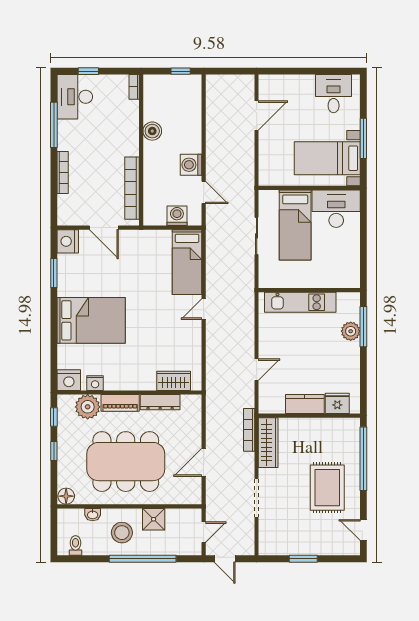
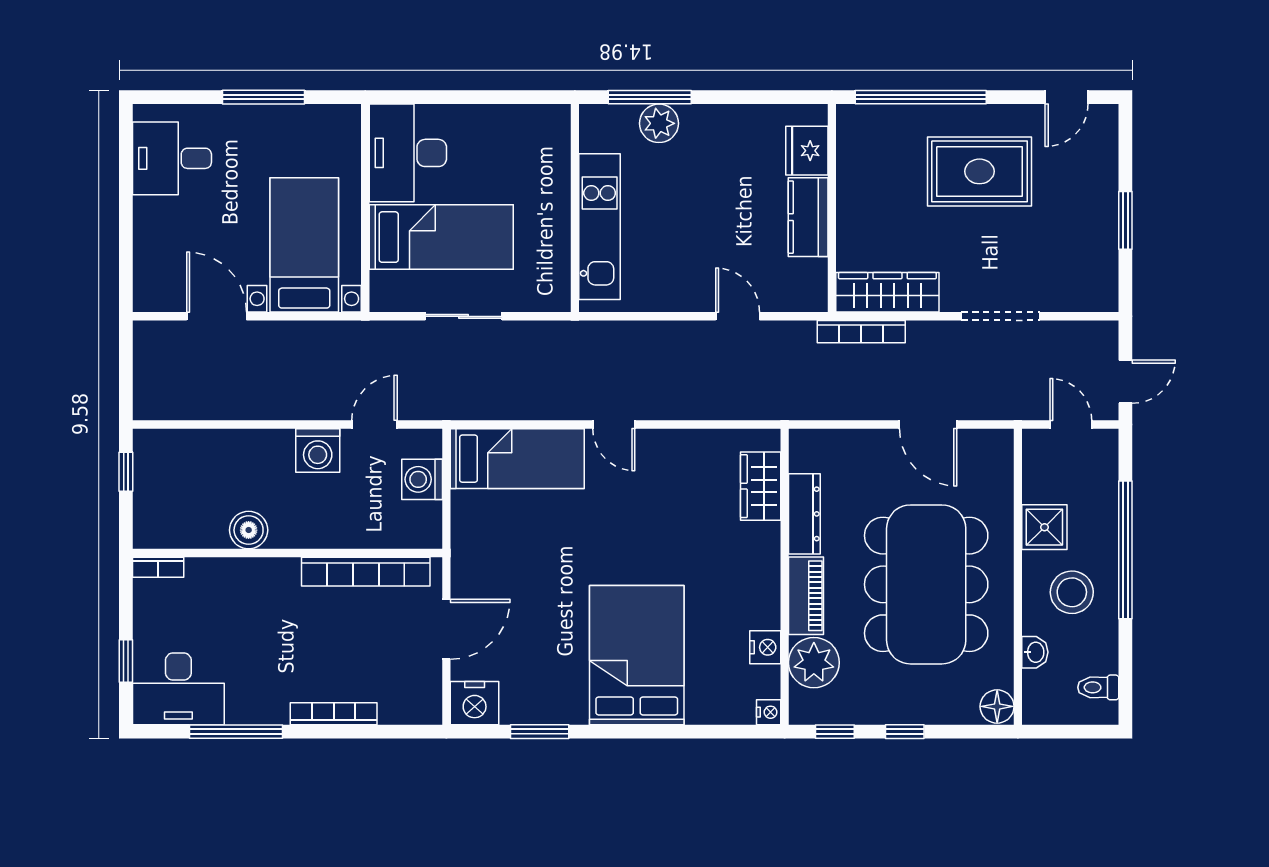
bed with nightstands: (327, 158) -> (304, 245), moved, turned 180
nightstand: (69, 380) -> (769, 712), width x0.53, depth x0.56

